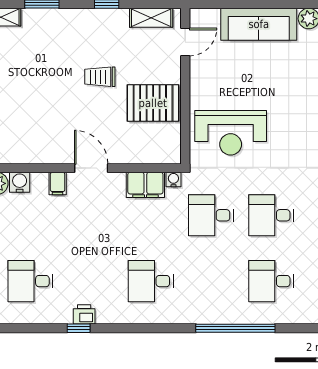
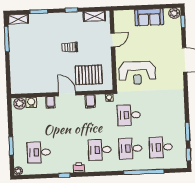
sofa: (259, 24) -> (149, 17), width x0.73
door: (185, 42) -> (113, 40), moved
pallet: (153, 103) -> (89, 75), moved
filing cabinet: (145, 185) -> (90, 101), width x0.50
desk: (271, 215) -> (130, 149), moved
printer: (84, 314) -> (79, 168), moved

